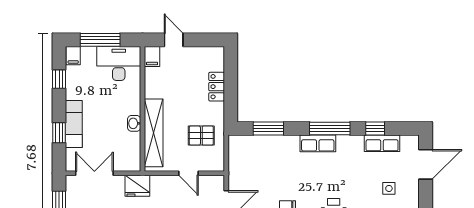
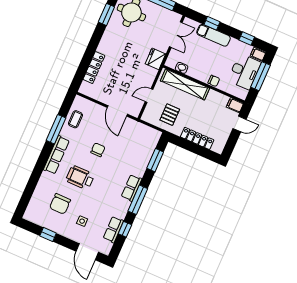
desk: (119, 63) -> (244, 72), moved
locker: (217, 87) -> (197, 138), width x1.53
chair: (133, 98) -> (214, 81), added
washbasin: (134, 123) -> (182, 68), moved

